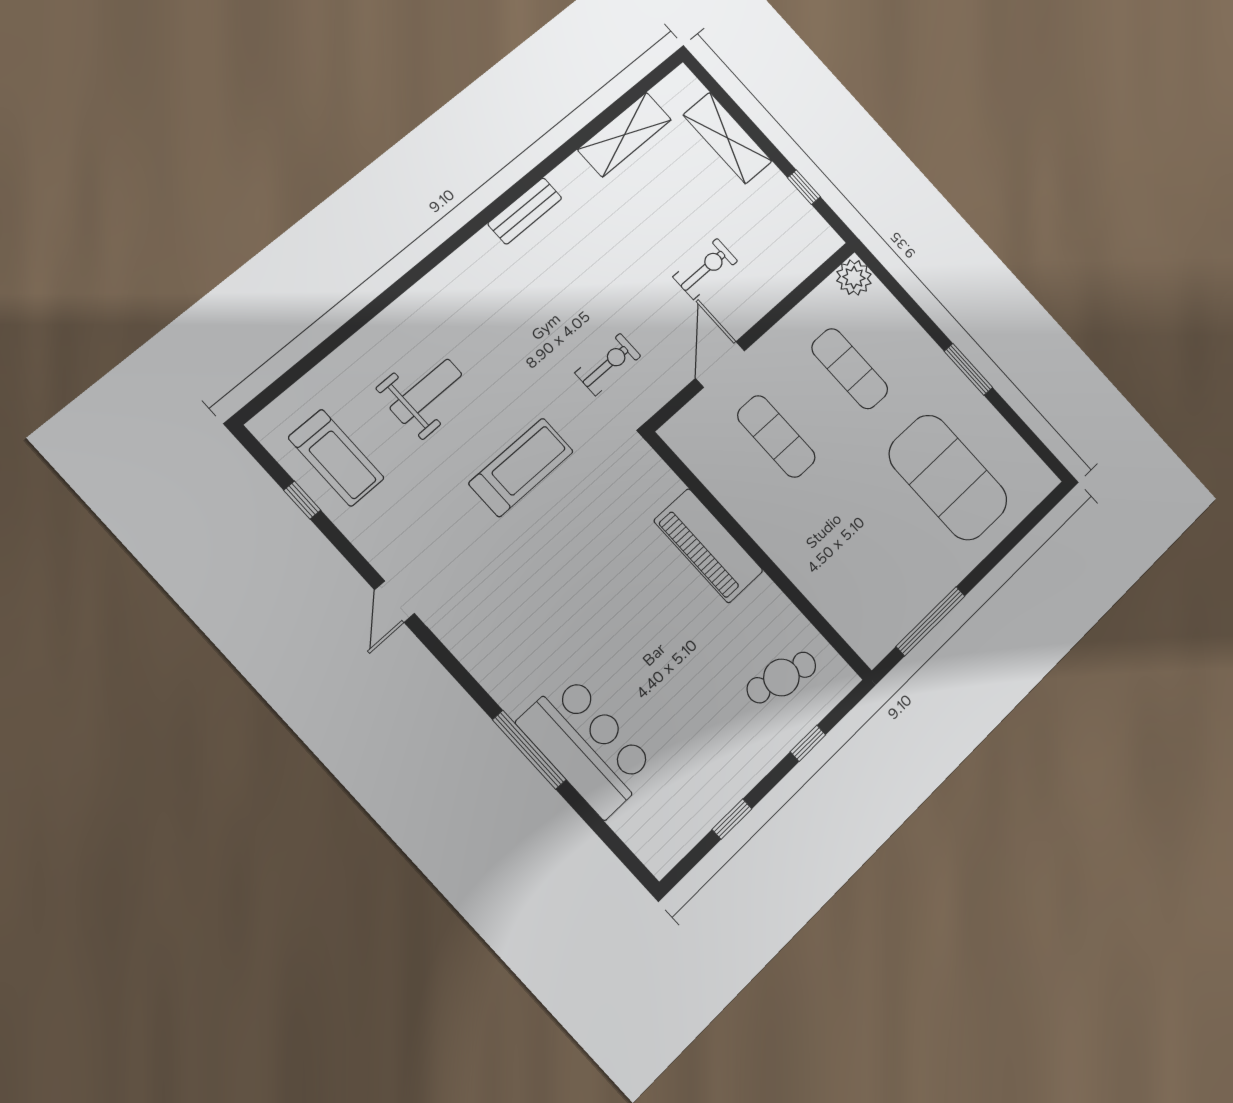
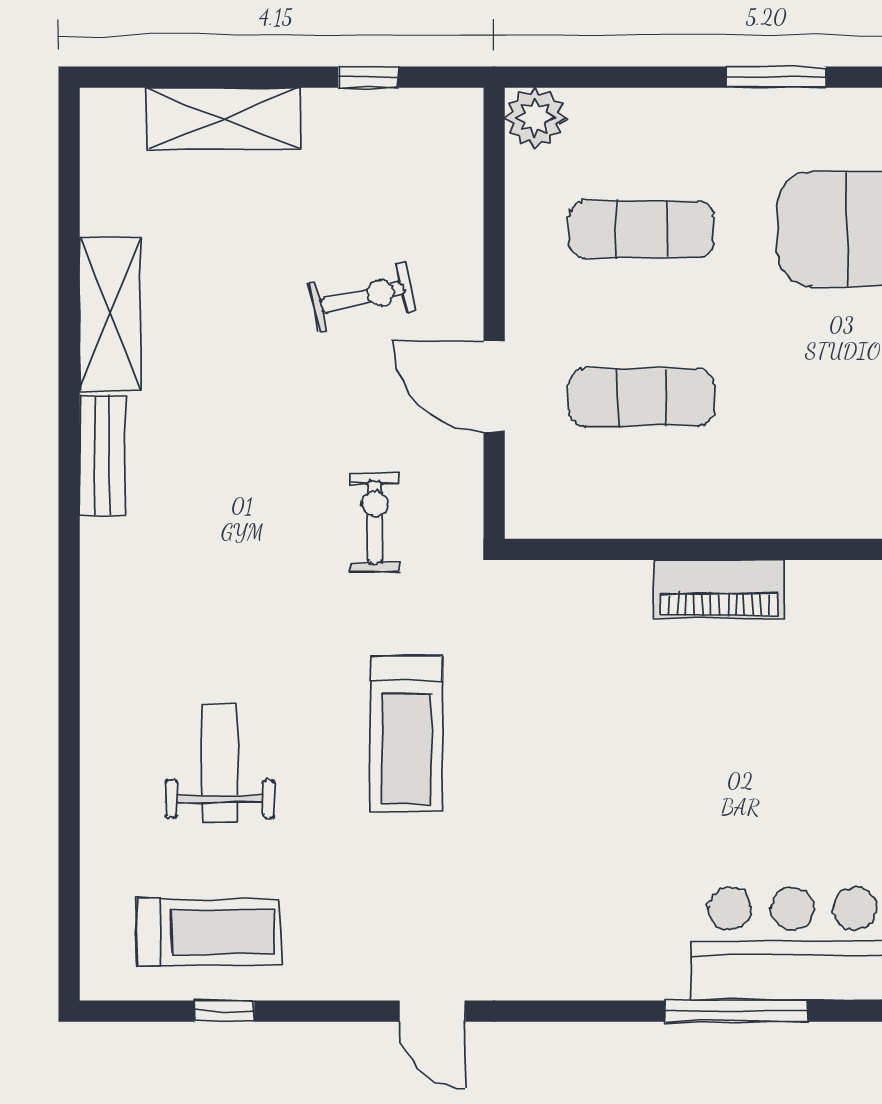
shelving: (625, 135) -> (110, 314), moved
exercise bike: (705, 269) -> (362, 297), turned 77
treadmill: (521, 467) -> (406, 734), turned 180
piano: (708, 546) -> (719, 589), width x0.73, depth x0.75

